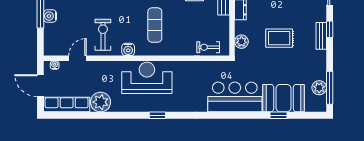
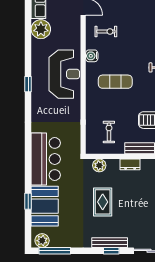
exercise bike: (103, 35) -> (106, 31), width x0.73, depth x0.72
bench: (321, 36) -> (110, 243), width x1.36
exercise bike: (208, 47) -> (109, 132), moved
plant: (319, 88) -> (42, 241), moved

